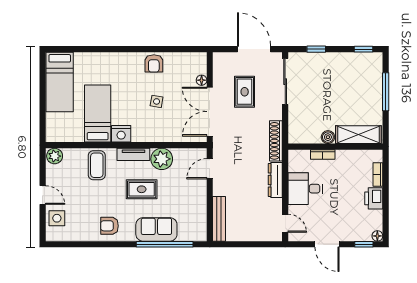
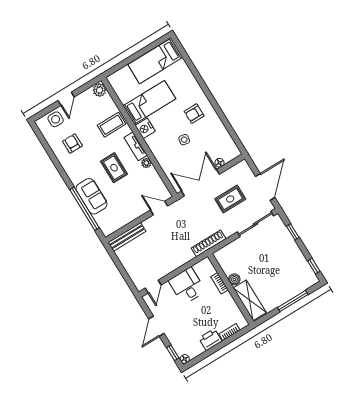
armchair: (154, 63) -> (194, 114), moved
plant: (162, 159) -> (146, 163), width x0.53, depth x0.53
dresser: (275, 180) -> (180, 260), removed
armchair: (109, 226) -> (72, 143), moved

